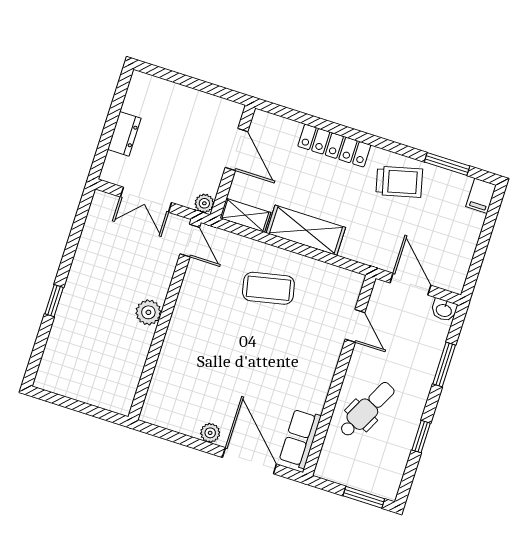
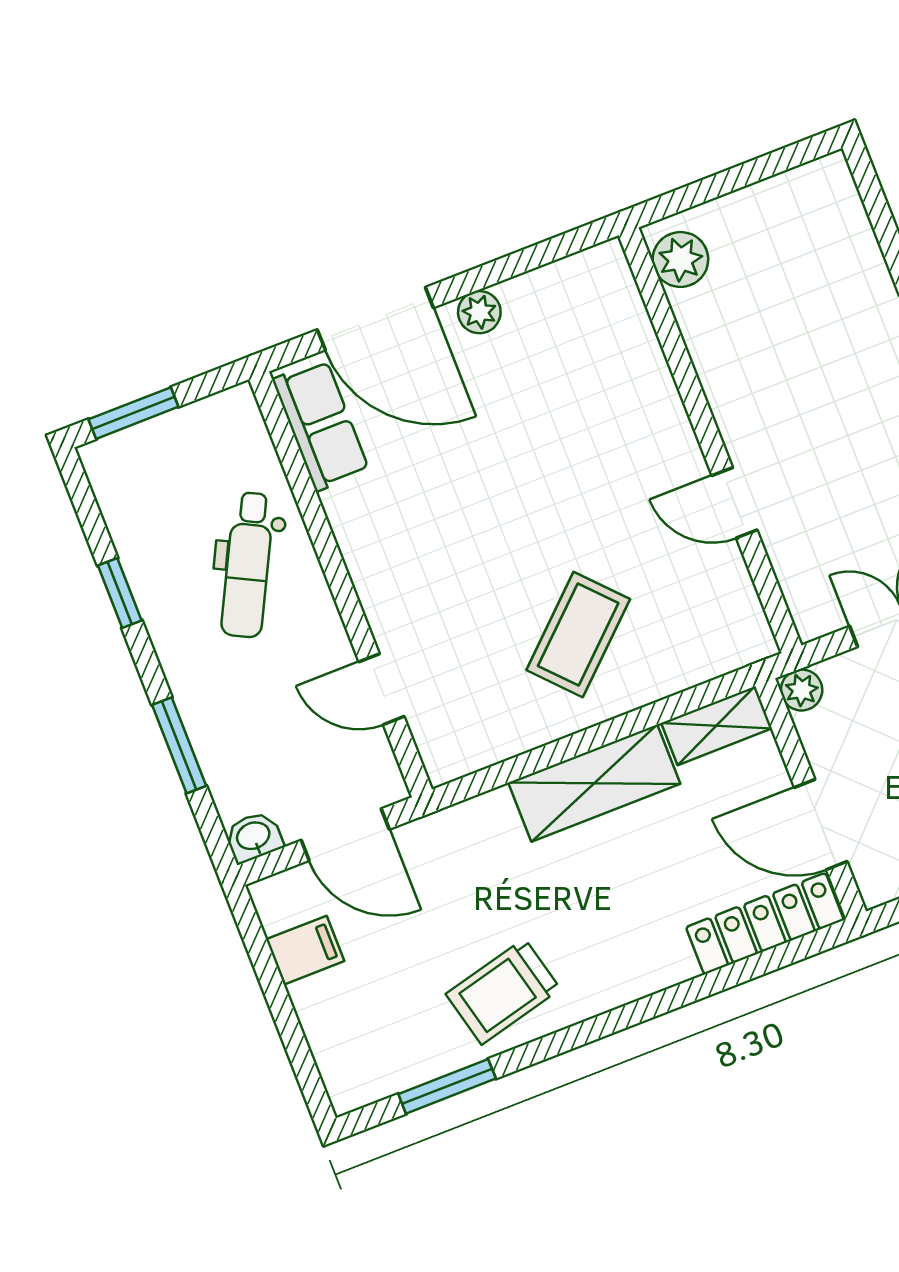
locker: (334, 146) -> (765, 924), moved
filing cabinet: (481, 196) -> (305, 950), moved, turned 90
door: (190, 241) -> (734, 503), moved
coffee table: (268, 288) -> (578, 634), turned -31
plant: (148, 312) -> (680, 259), moved

